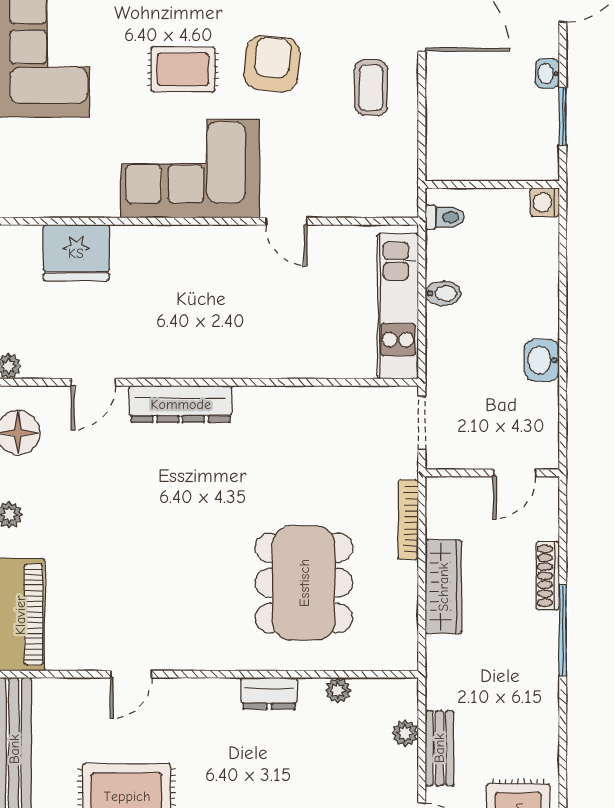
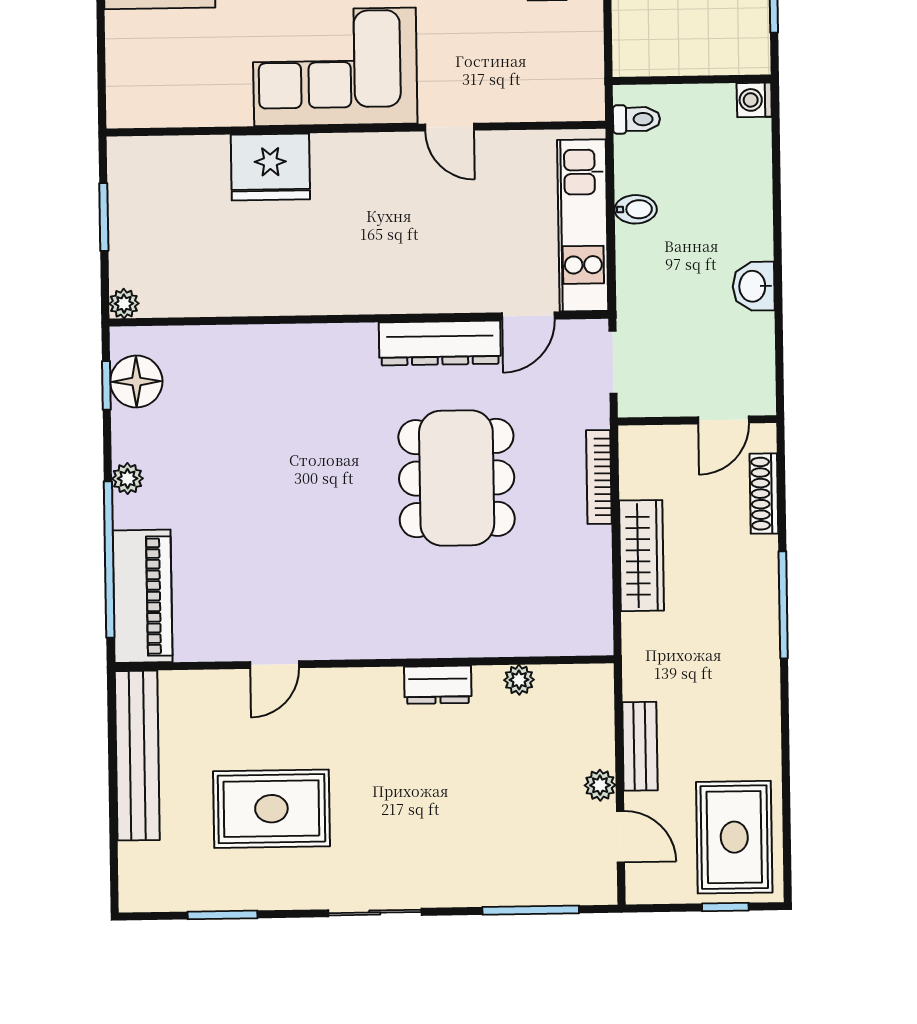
fridge: (76, 253) -> (270, 167), moved
door: (93, 382) -> (528, 316), moved
dresser: (181, 404) -> (440, 343), moved
shoe rack: (548, 576) -> (764, 494), moved
dining table: (304, 583) -> (457, 478), moved
plant: (405, 733) -> (600, 785), moved

